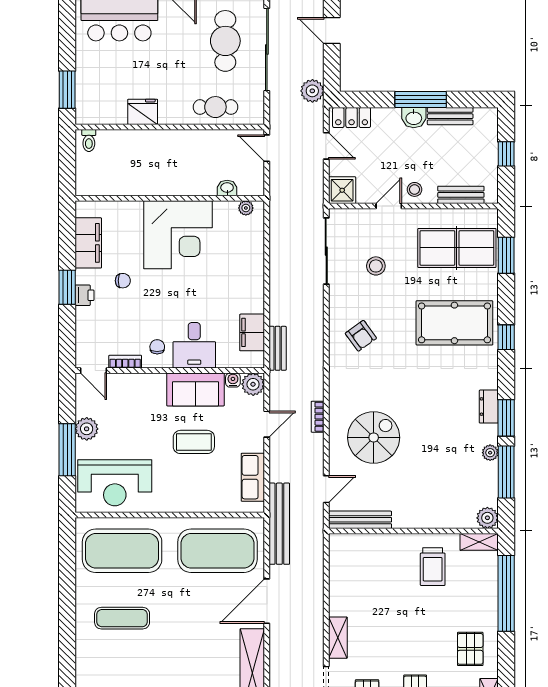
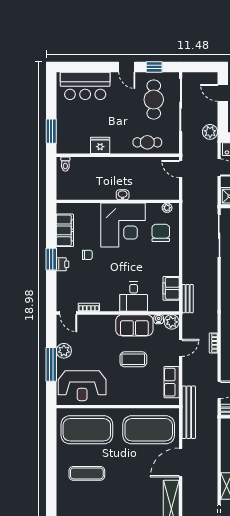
washbasin: (227, 188) -> (123, 195), moved
chair: (157, 347) -> (161, 233), moved, width x1.87, depth x1.87

